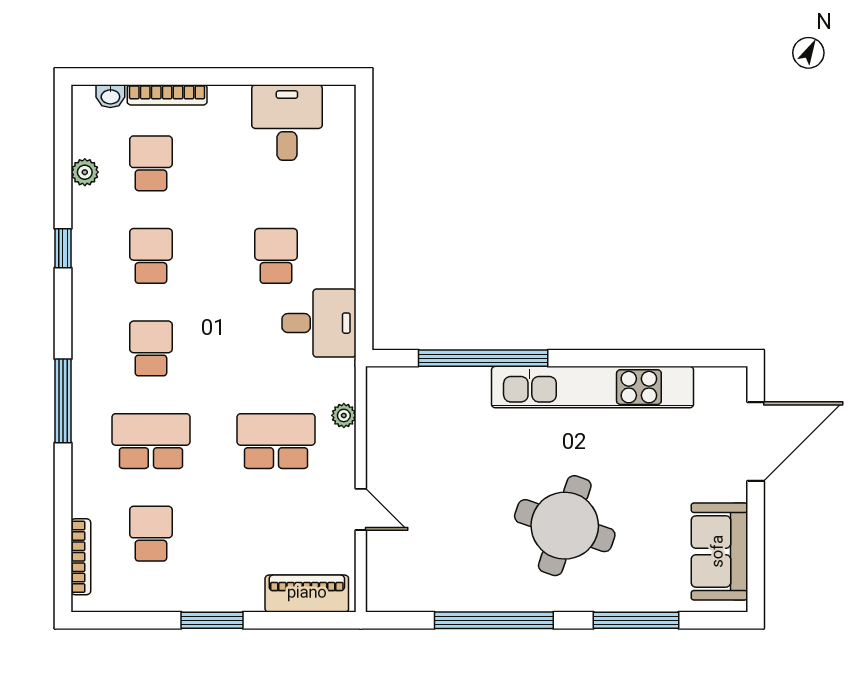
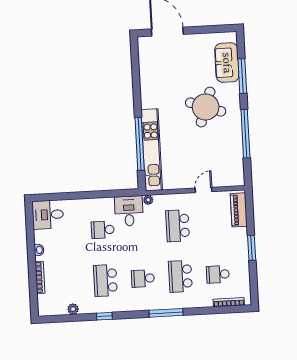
washbasin: (110, 96) -> (39, 250), moved
desk: (287, 123) -> (48, 215), moved
school desk: (151, 163) -> (68, 282), removed
school desk: (151, 256) -> (105, 280), width x1.85
kitchen unit: (593, 387) -> (152, 150), moved
plant: (344, 415) -> (148, 200), moved
sofa: (719, 551) -> (227, 63), moved, turned 90

